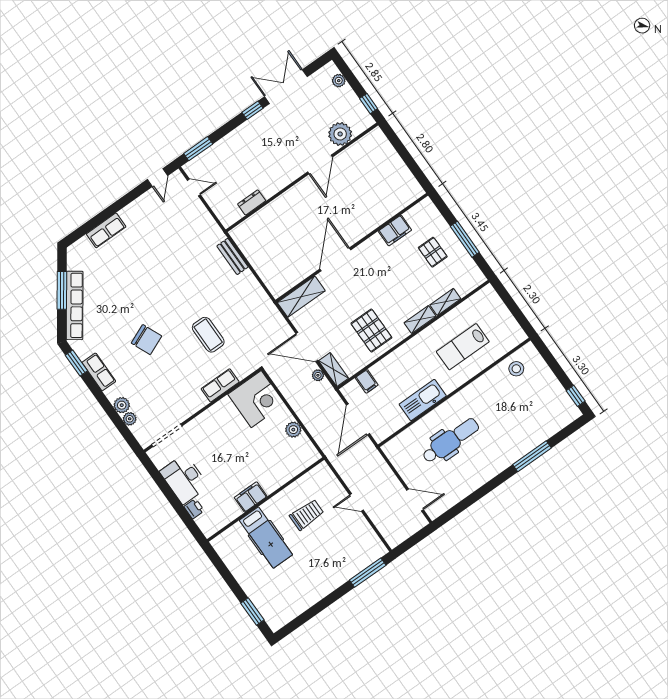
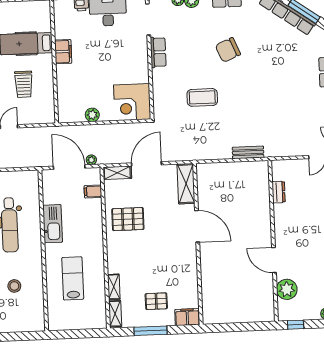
filing cabinet: (395, 231) -> (187, 317), moved, turned 90
shelving: (420, 320) -> (115, 314), moved
stool: (516, 369) -> (14, 286), moved
plant: (318, 375) -> (91, 160), moved
row of seats: (220, 385) -> (158, 52), moved

